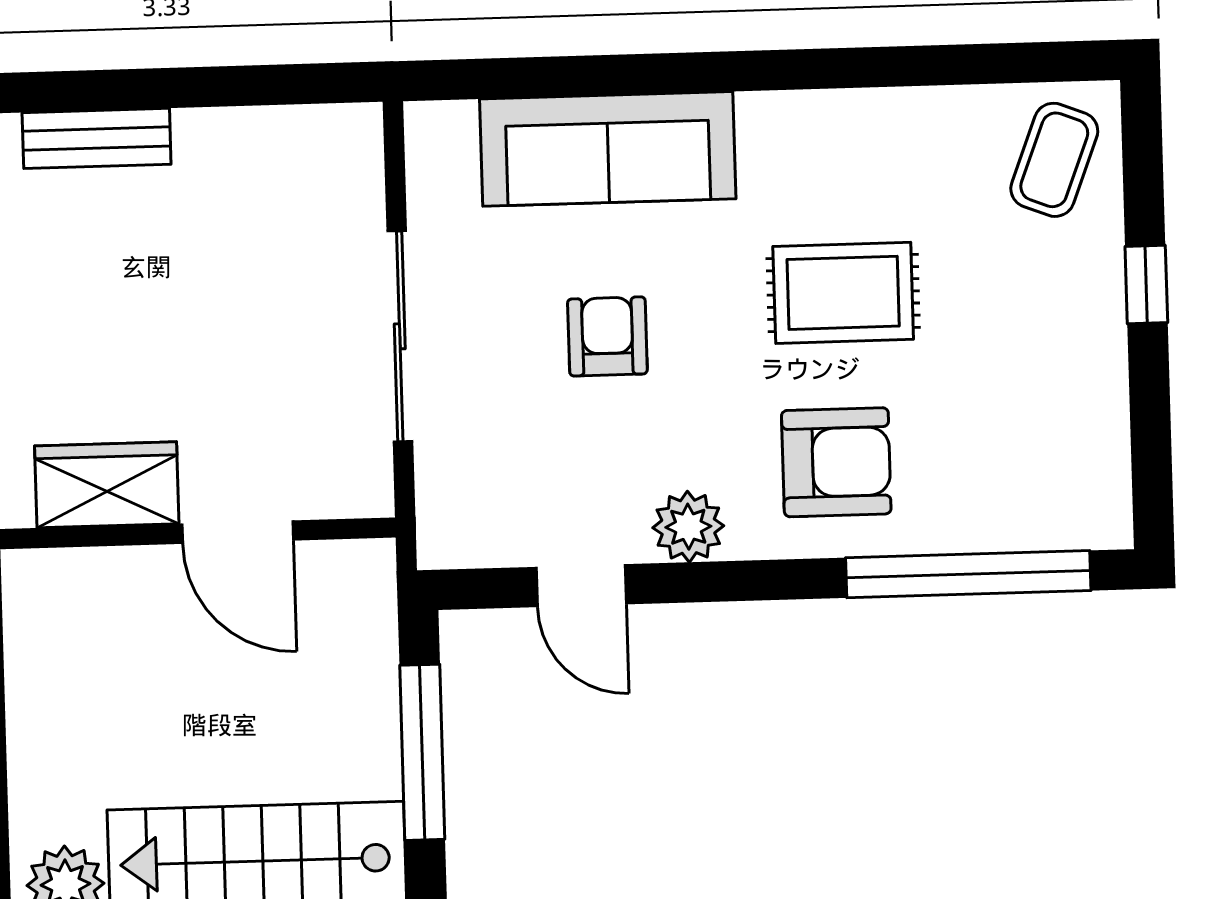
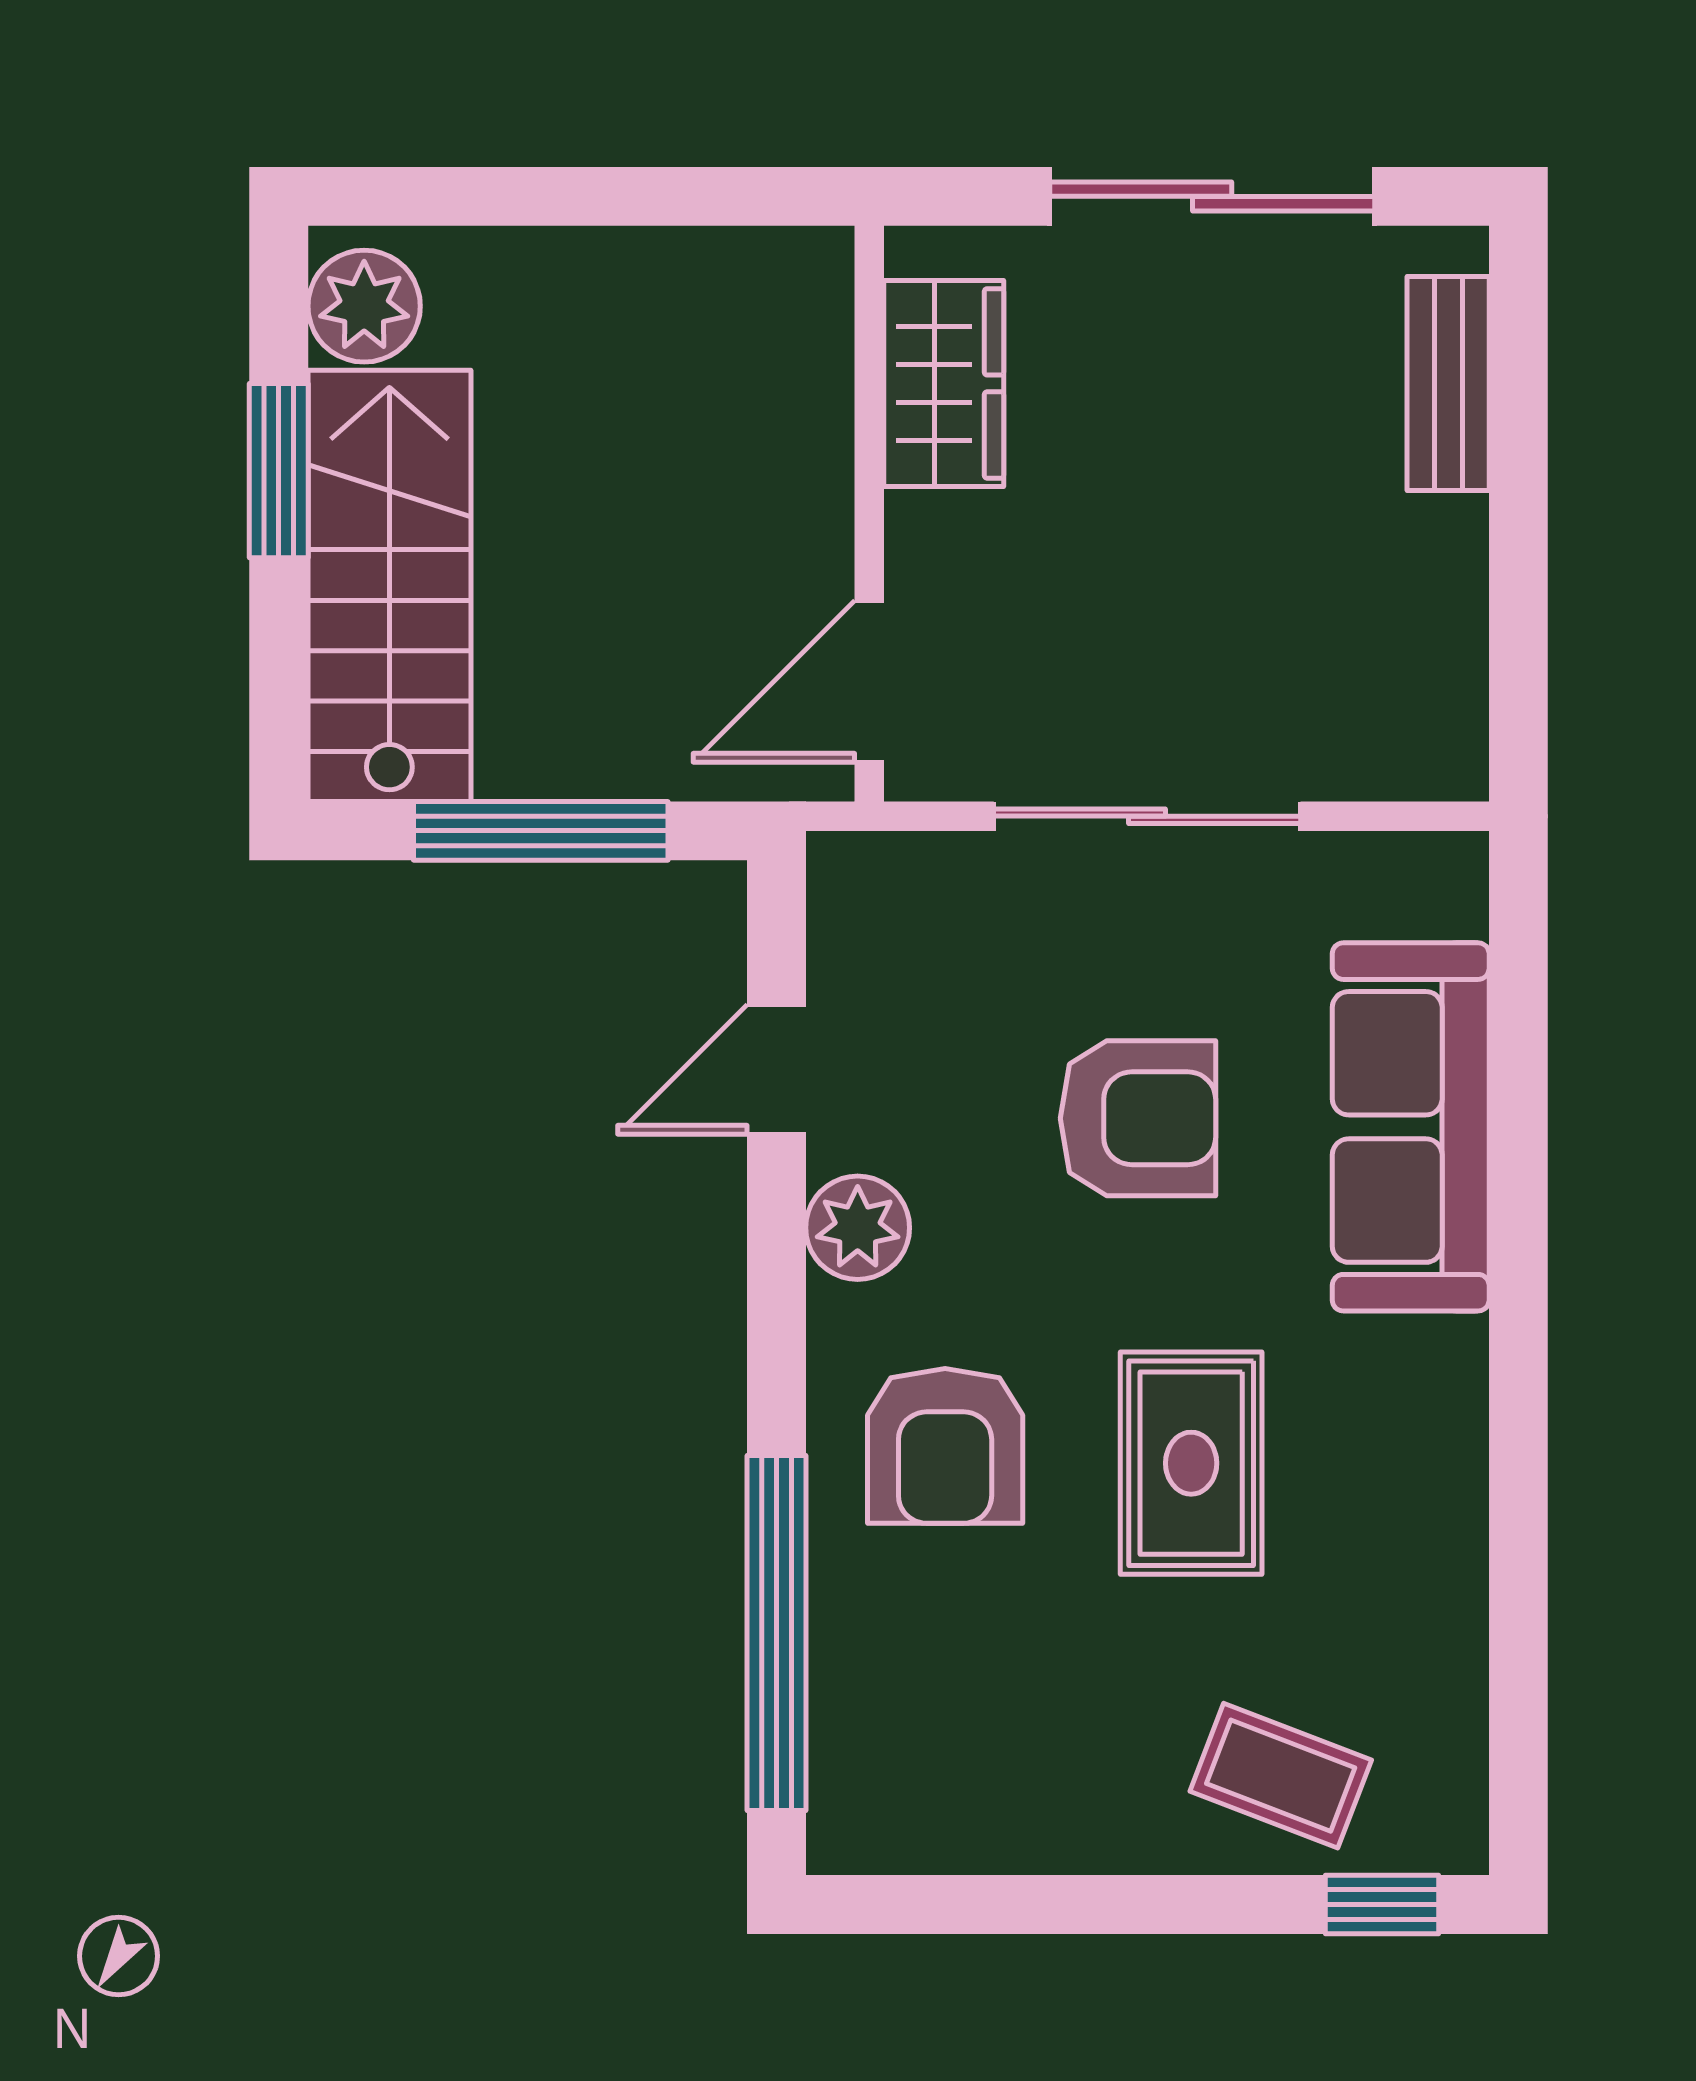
coffee table: (1054, 160) -> (1281, 1776), moved
window: (1146, 284) -> (1382, 1905), moved
armchair: (607, 336) -> (1138, 1118), width x1.38, depth x1.38
door: (238, 532) -> (869, 681), moved

